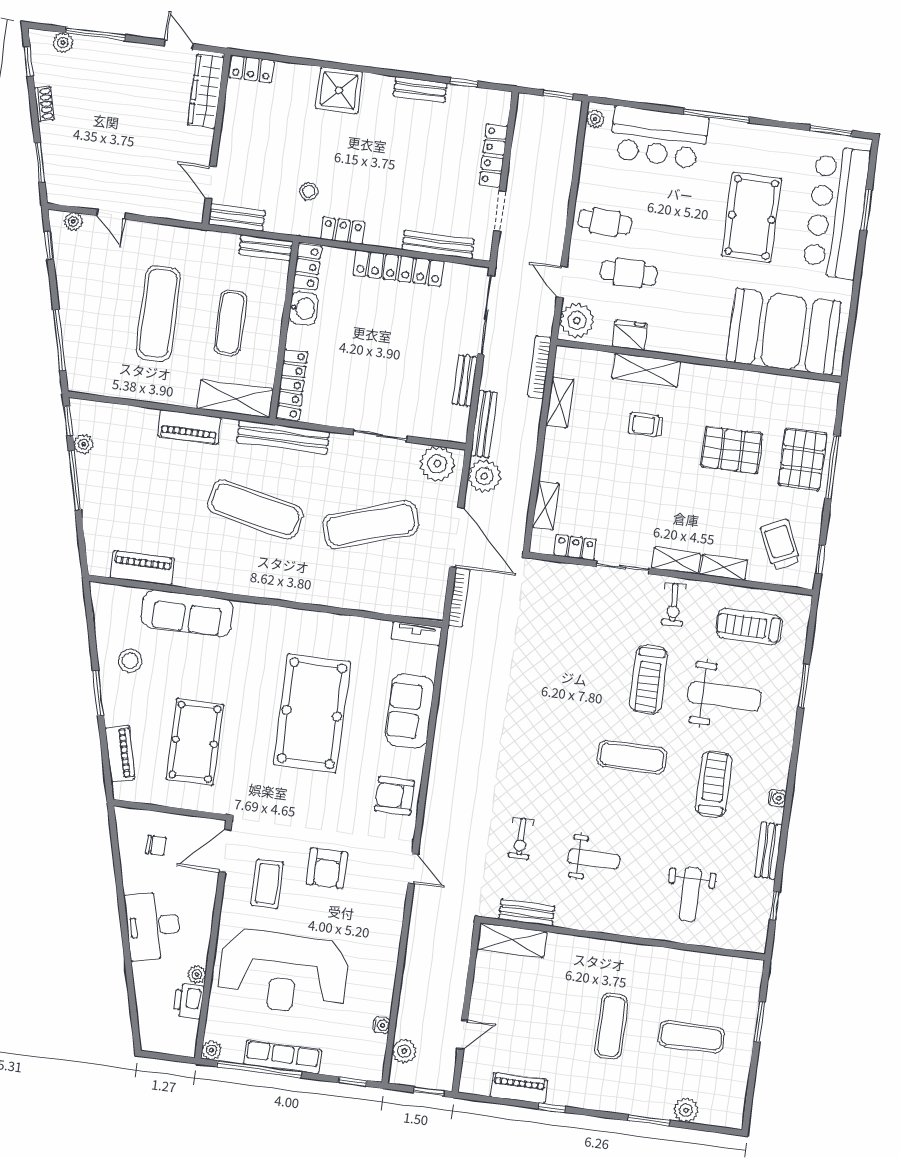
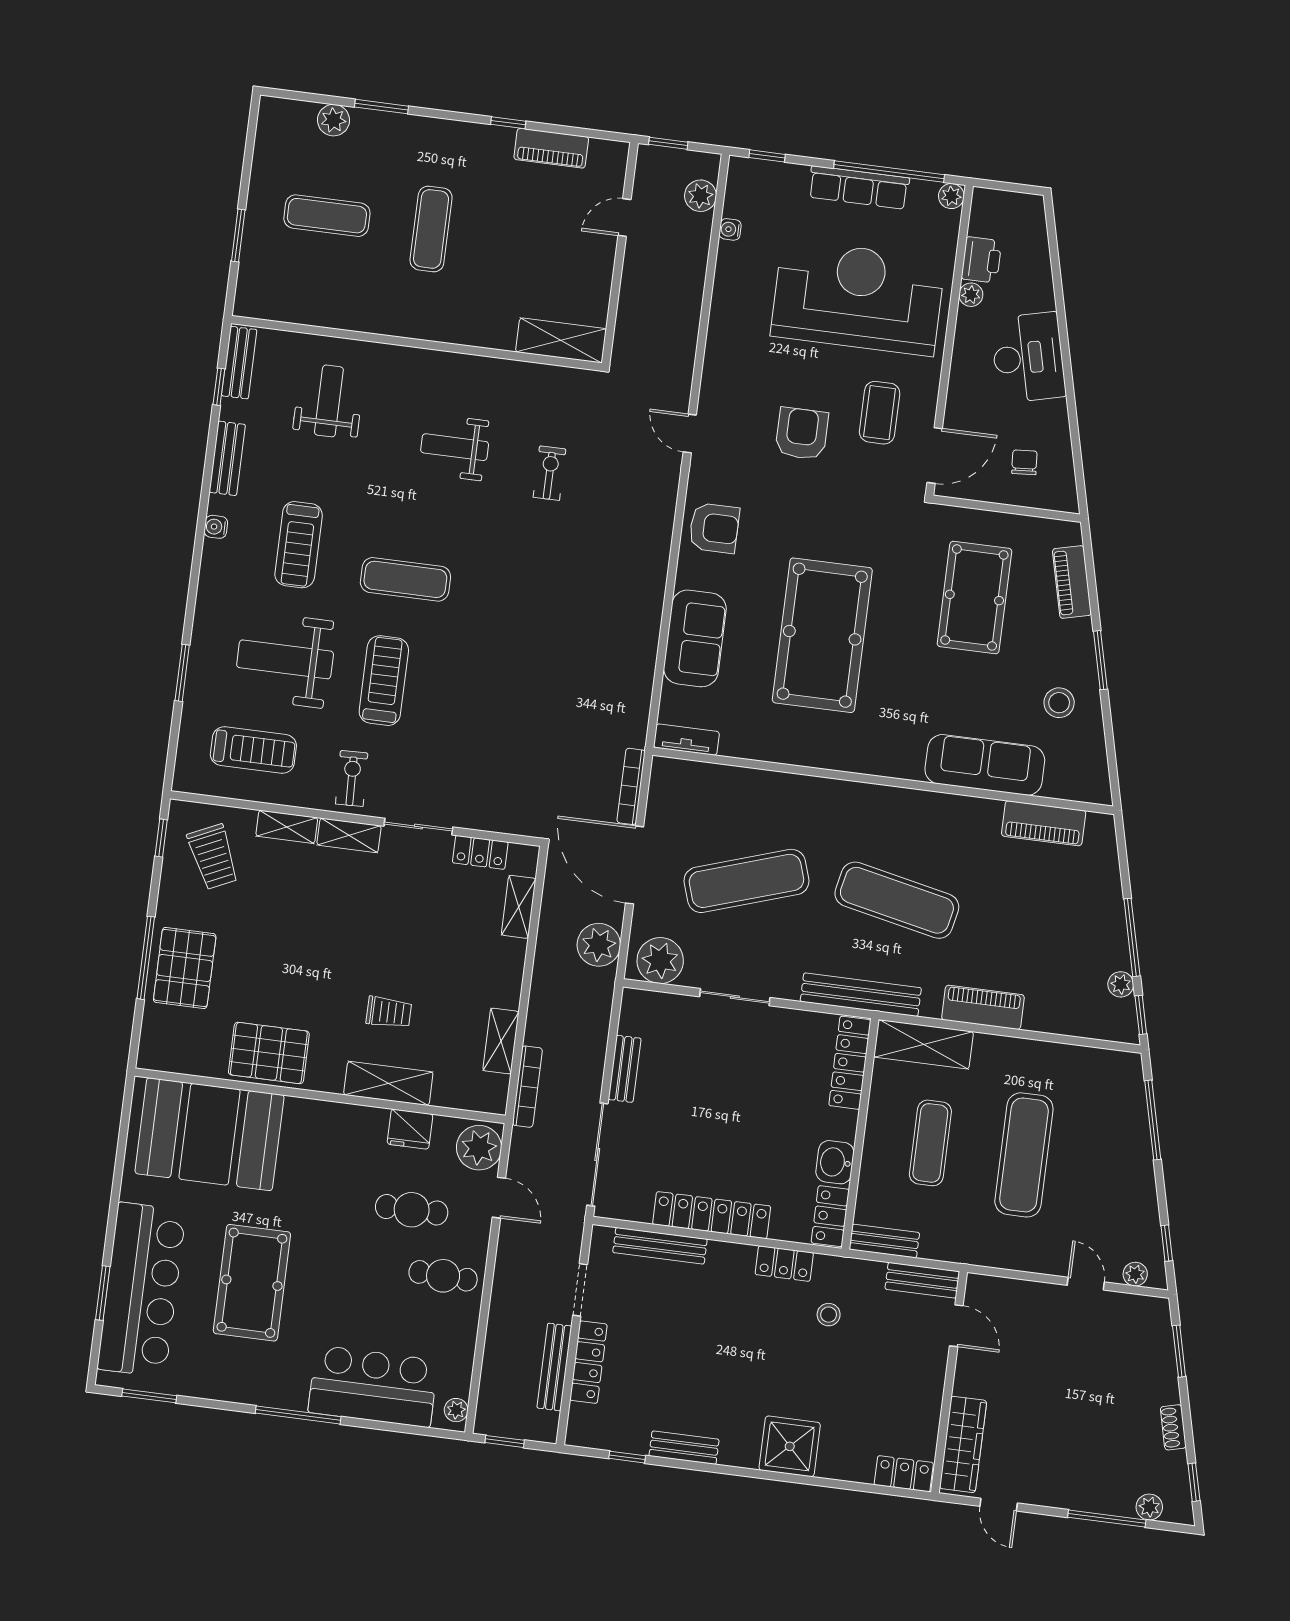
bench: (484, 424) -> (554, 1367), moved
pallet: (732, 450) -> (269, 1053), moved
chair: (156, 845) -> (1024, 462), turned 86
bench: (527, 913) -> (239, 363), moved, turned 90

